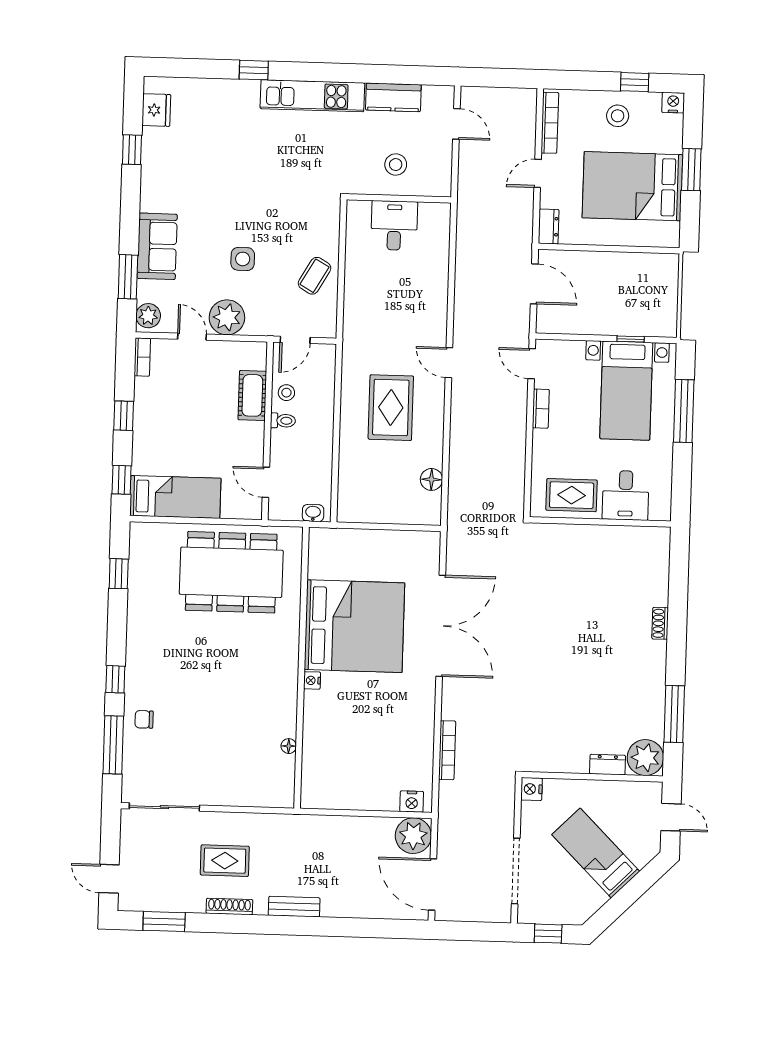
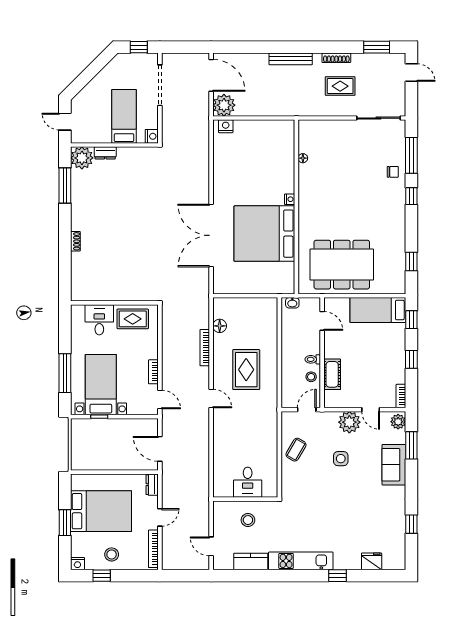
fridge: (156, 110) -> (372, 561), moved, turned 90
bookcase: (447, 750) -> (205, 348), moved
bed: (596, 853) -> (124, 116), moved, turned -135
bench: (294, 907) -> (291, 59), width x1.36

